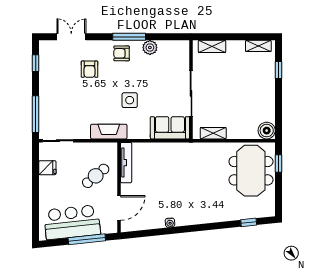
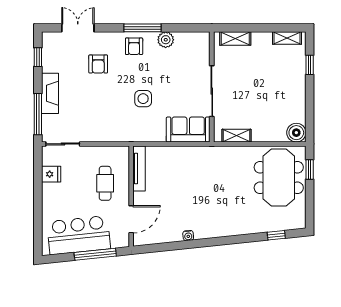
armchair: (122, 53) -> (134, 46), turned -90
fireplace: (109, 132) -> (50, 93), moved, turned 90
cafe table: (96, 176) -> (105, 183), turned -50

